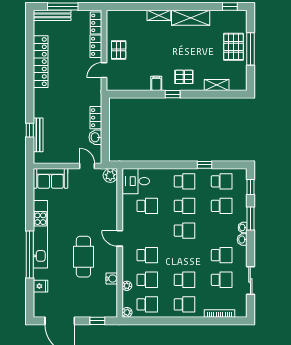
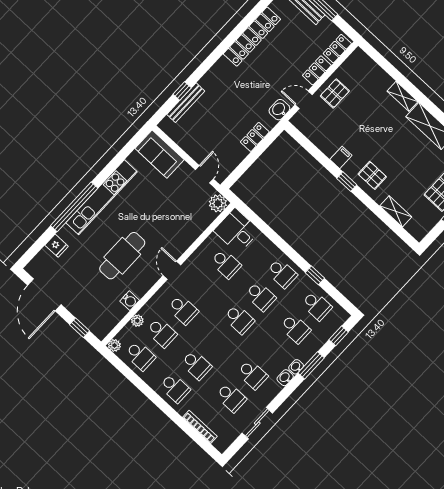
washbasin: (95, 137) -> (279, 110), moved

